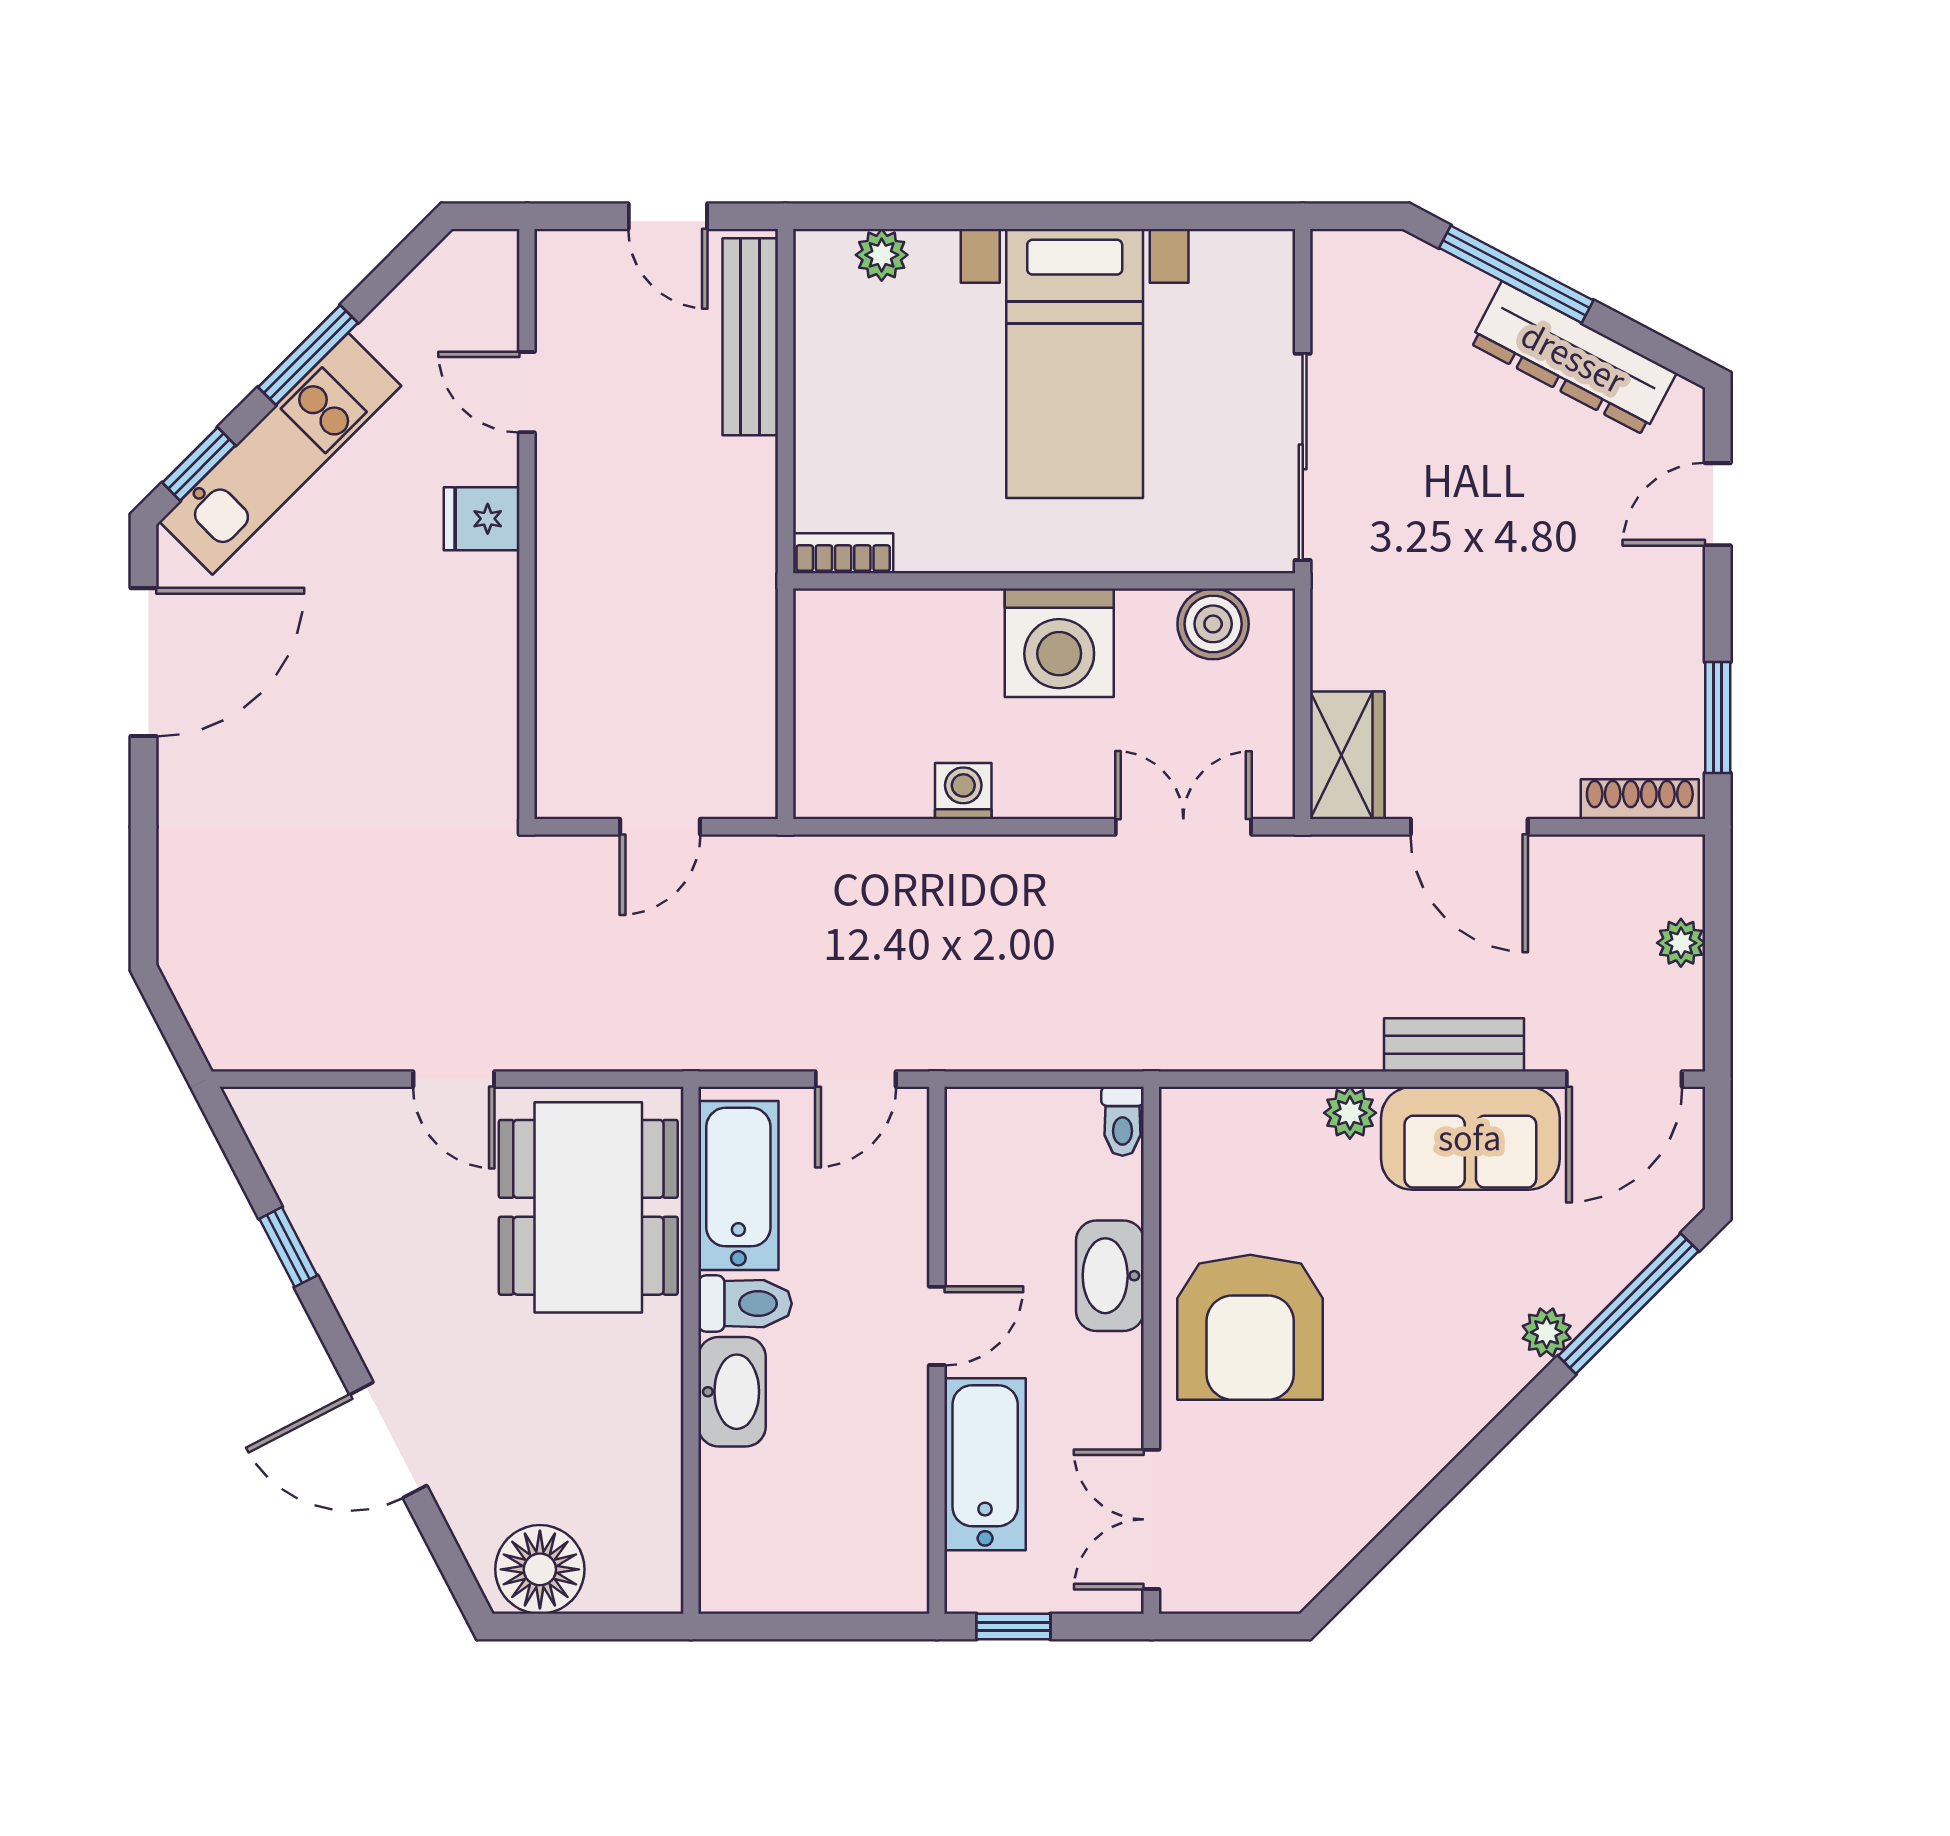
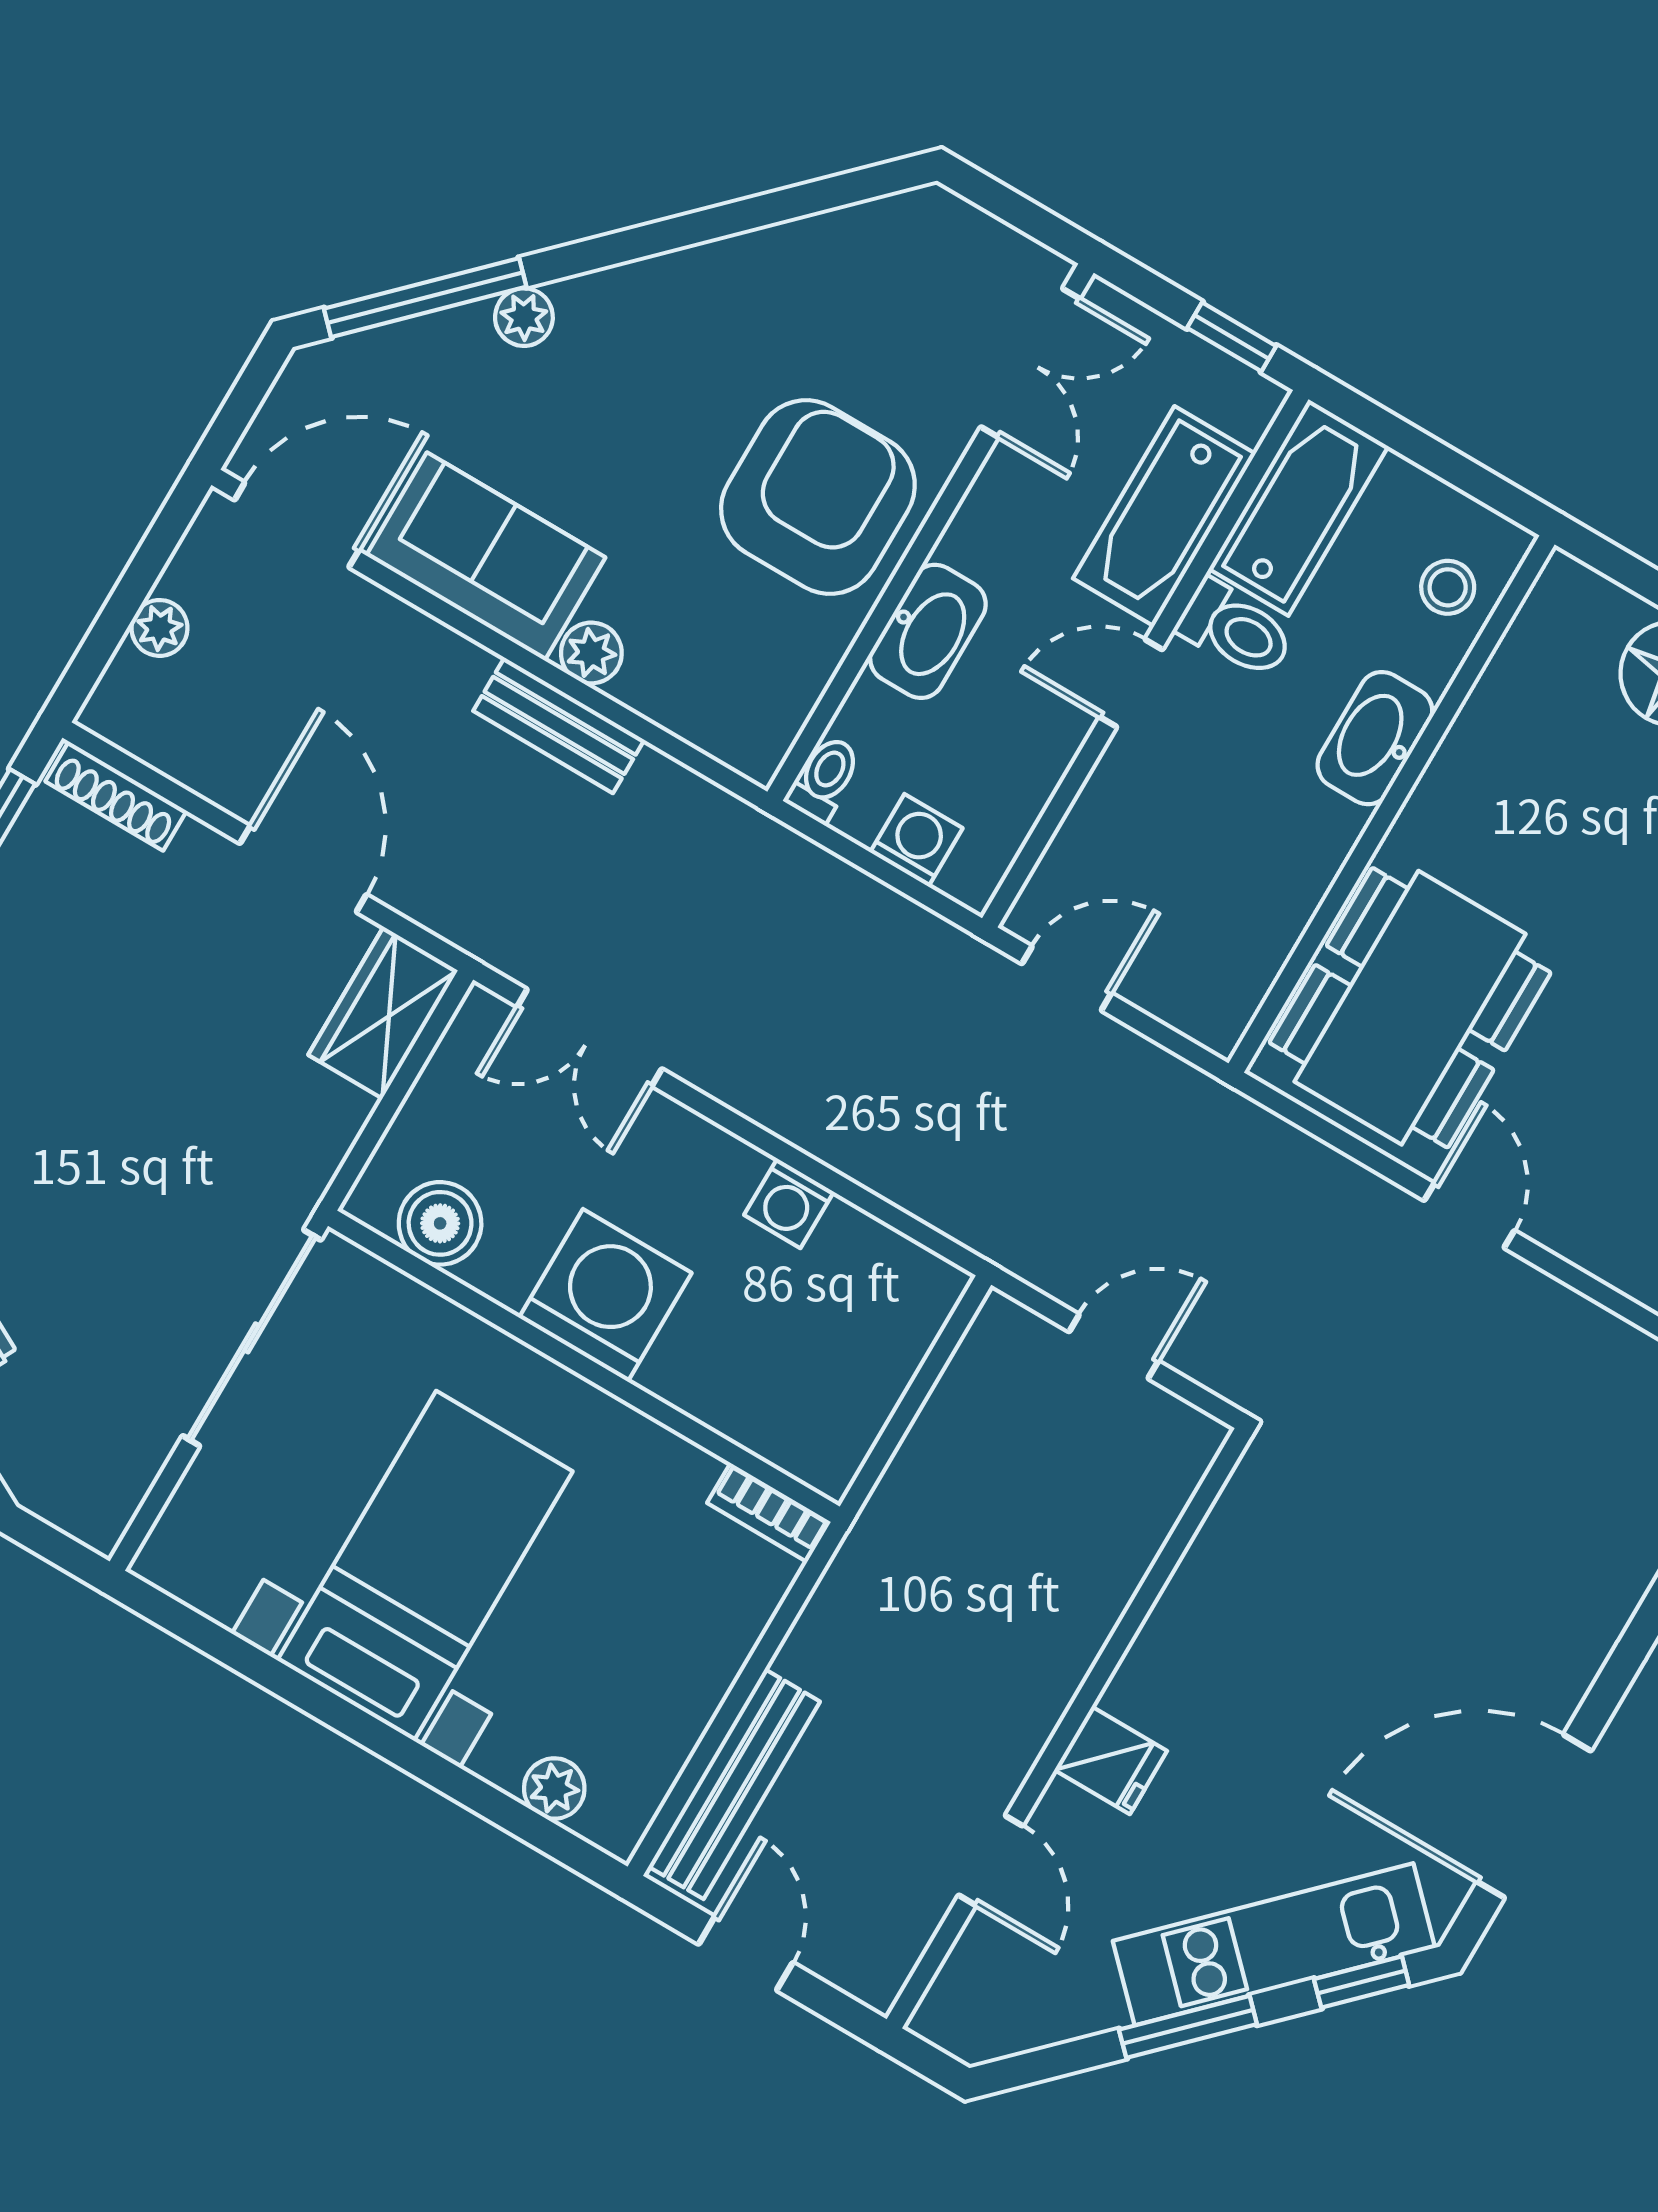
bench: (1454, 1045) -> (559, 725), moved
washing machine: (1027, 1116) -> (916, 840), added
bathtub: (738, 1186) -> (1298, 508), moved, turned 180
toilet: (745, 1304) -> (1235, 630), moved, turned 180
stool: (744, 1535) -> (1448, 587), added

